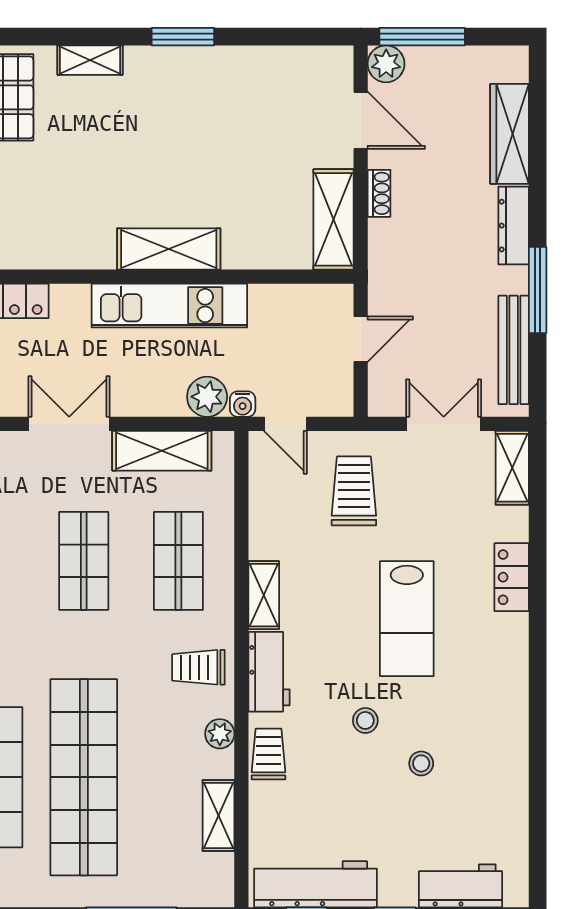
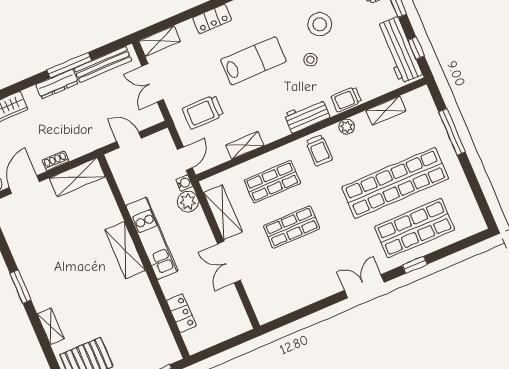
dresser: (514, 226) -> (57, 84), moved
shelving: (264, 595) -> (245, 145), moved
stool: (421, 763) -> (320, 24), width x1.89, depth x1.89

